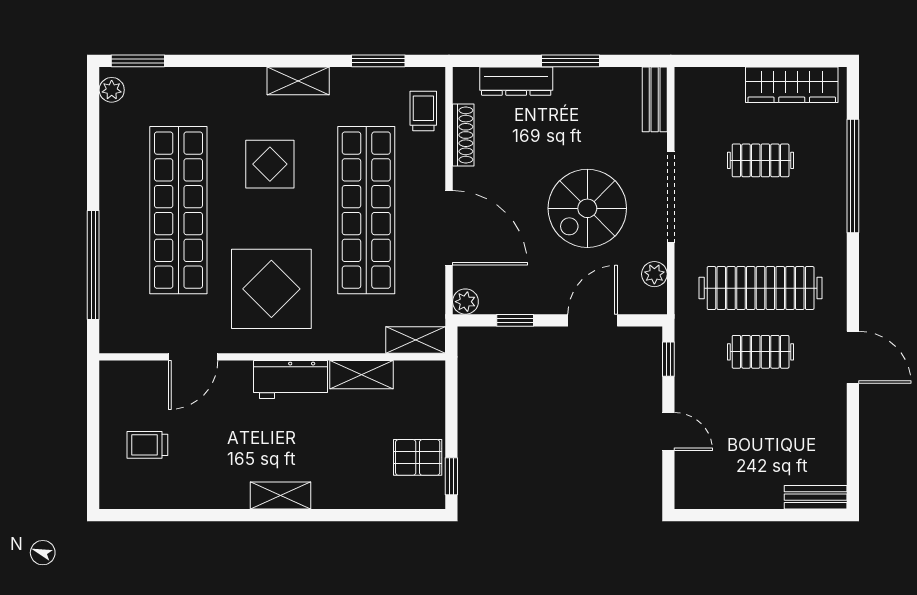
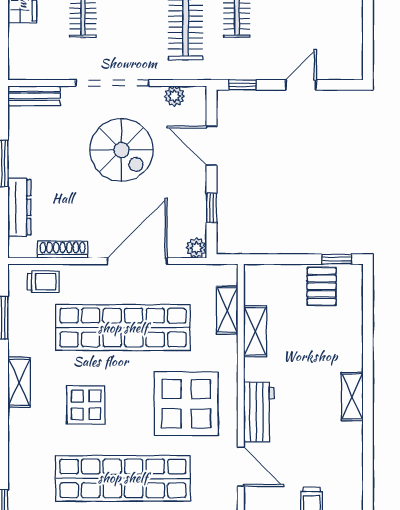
trolley: (423, 111) -> (43, 282), turned 180
shelving: (416, 340) -> (227, 310), moved
workbench: (291, 380) -> (259, 412), moved

